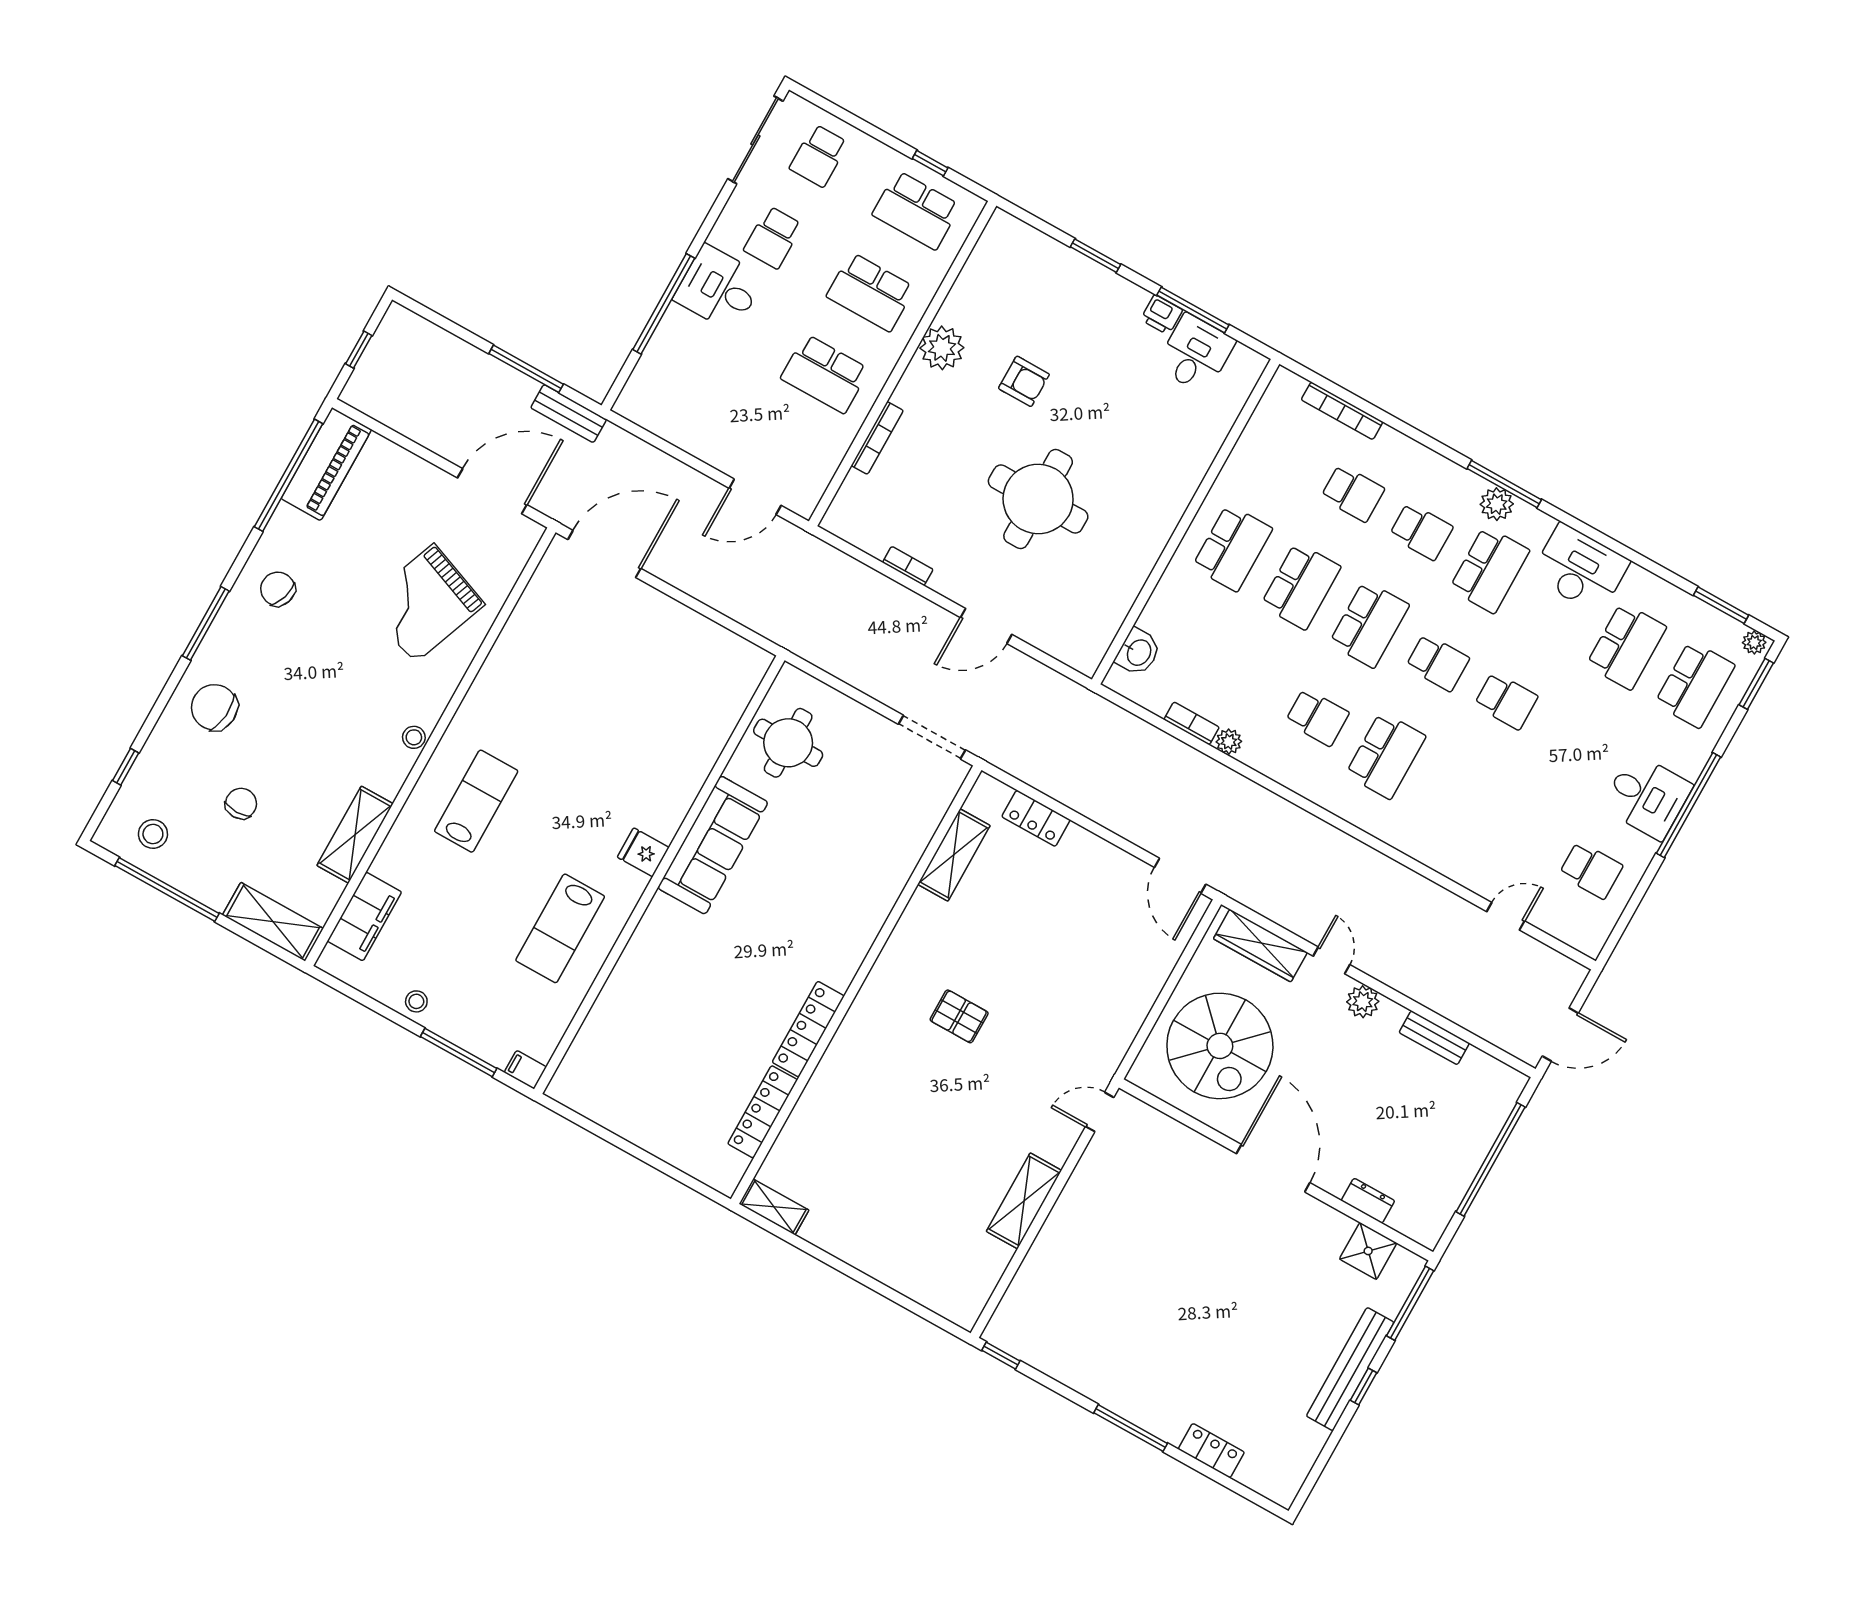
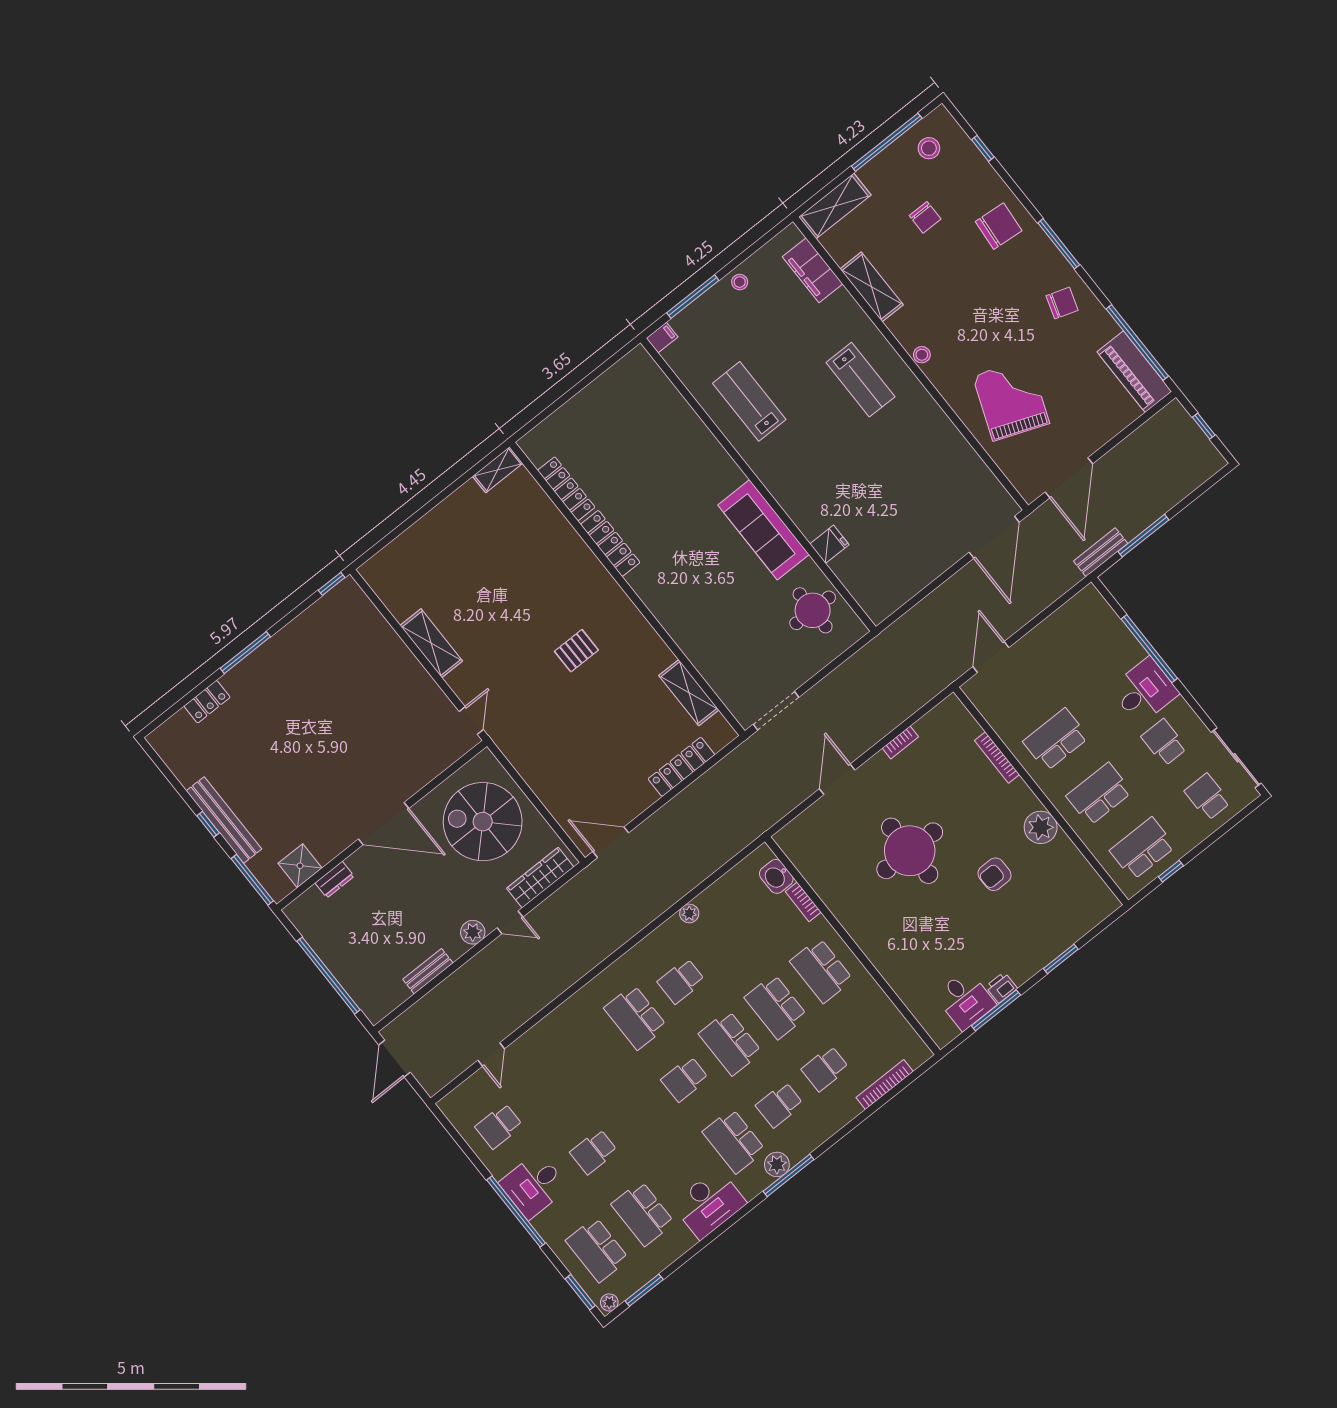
school desk: (1506, 701) -> (594, 1152), moved
bookcase: (1192, 723) -> (803, 902), moved, turned 90
locker: (1036, 818) -> (681, 767), width x1.53
fridge: (643, 852) -> (829, 544), moved

